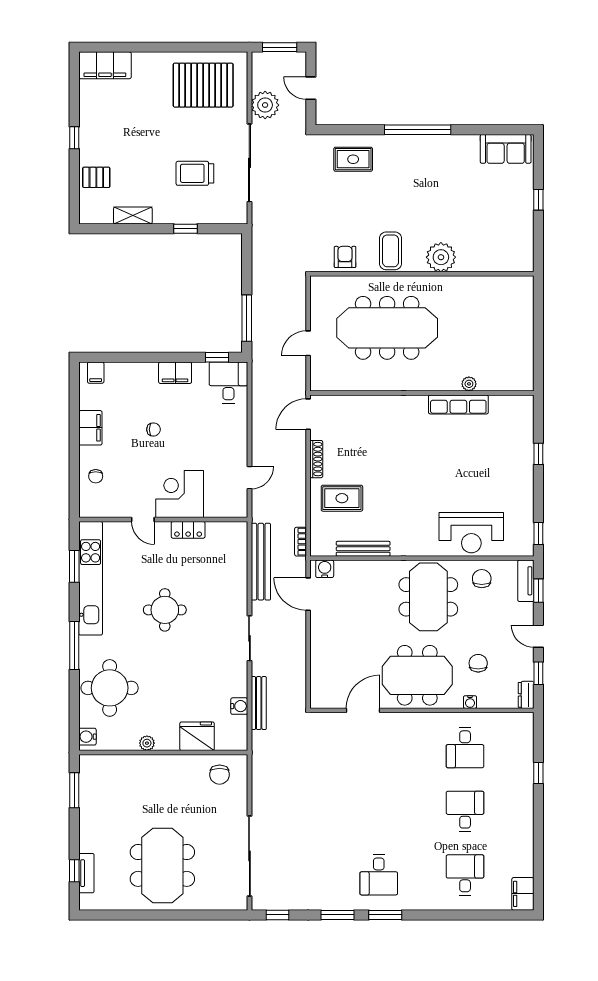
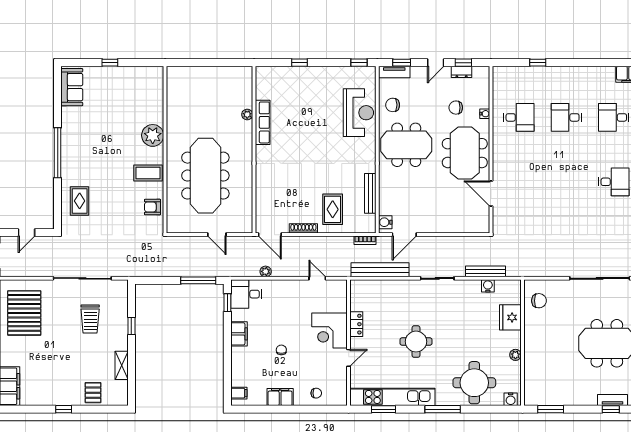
plant: (265, 105) -> (266, 271), moved, width x0.53, depth x0.53
dresser: (526, 695) -> (462, 72), moved

